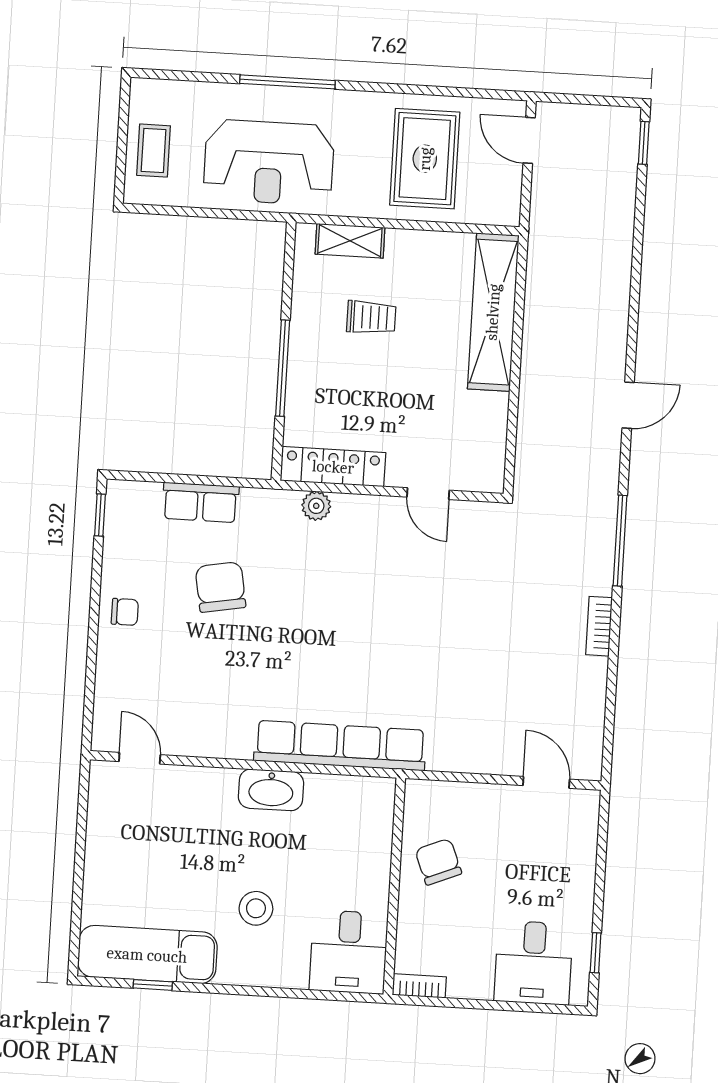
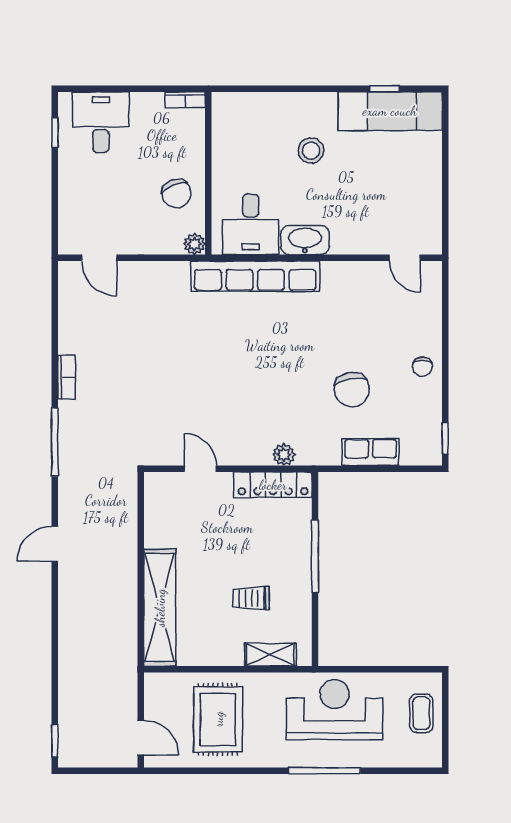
chair: (125, 612) -> (422, 367), turned -90
plant: (418, 793) -> (194, 244), added
desk: (349, 952) -> (251, 224), moved, turned 180

